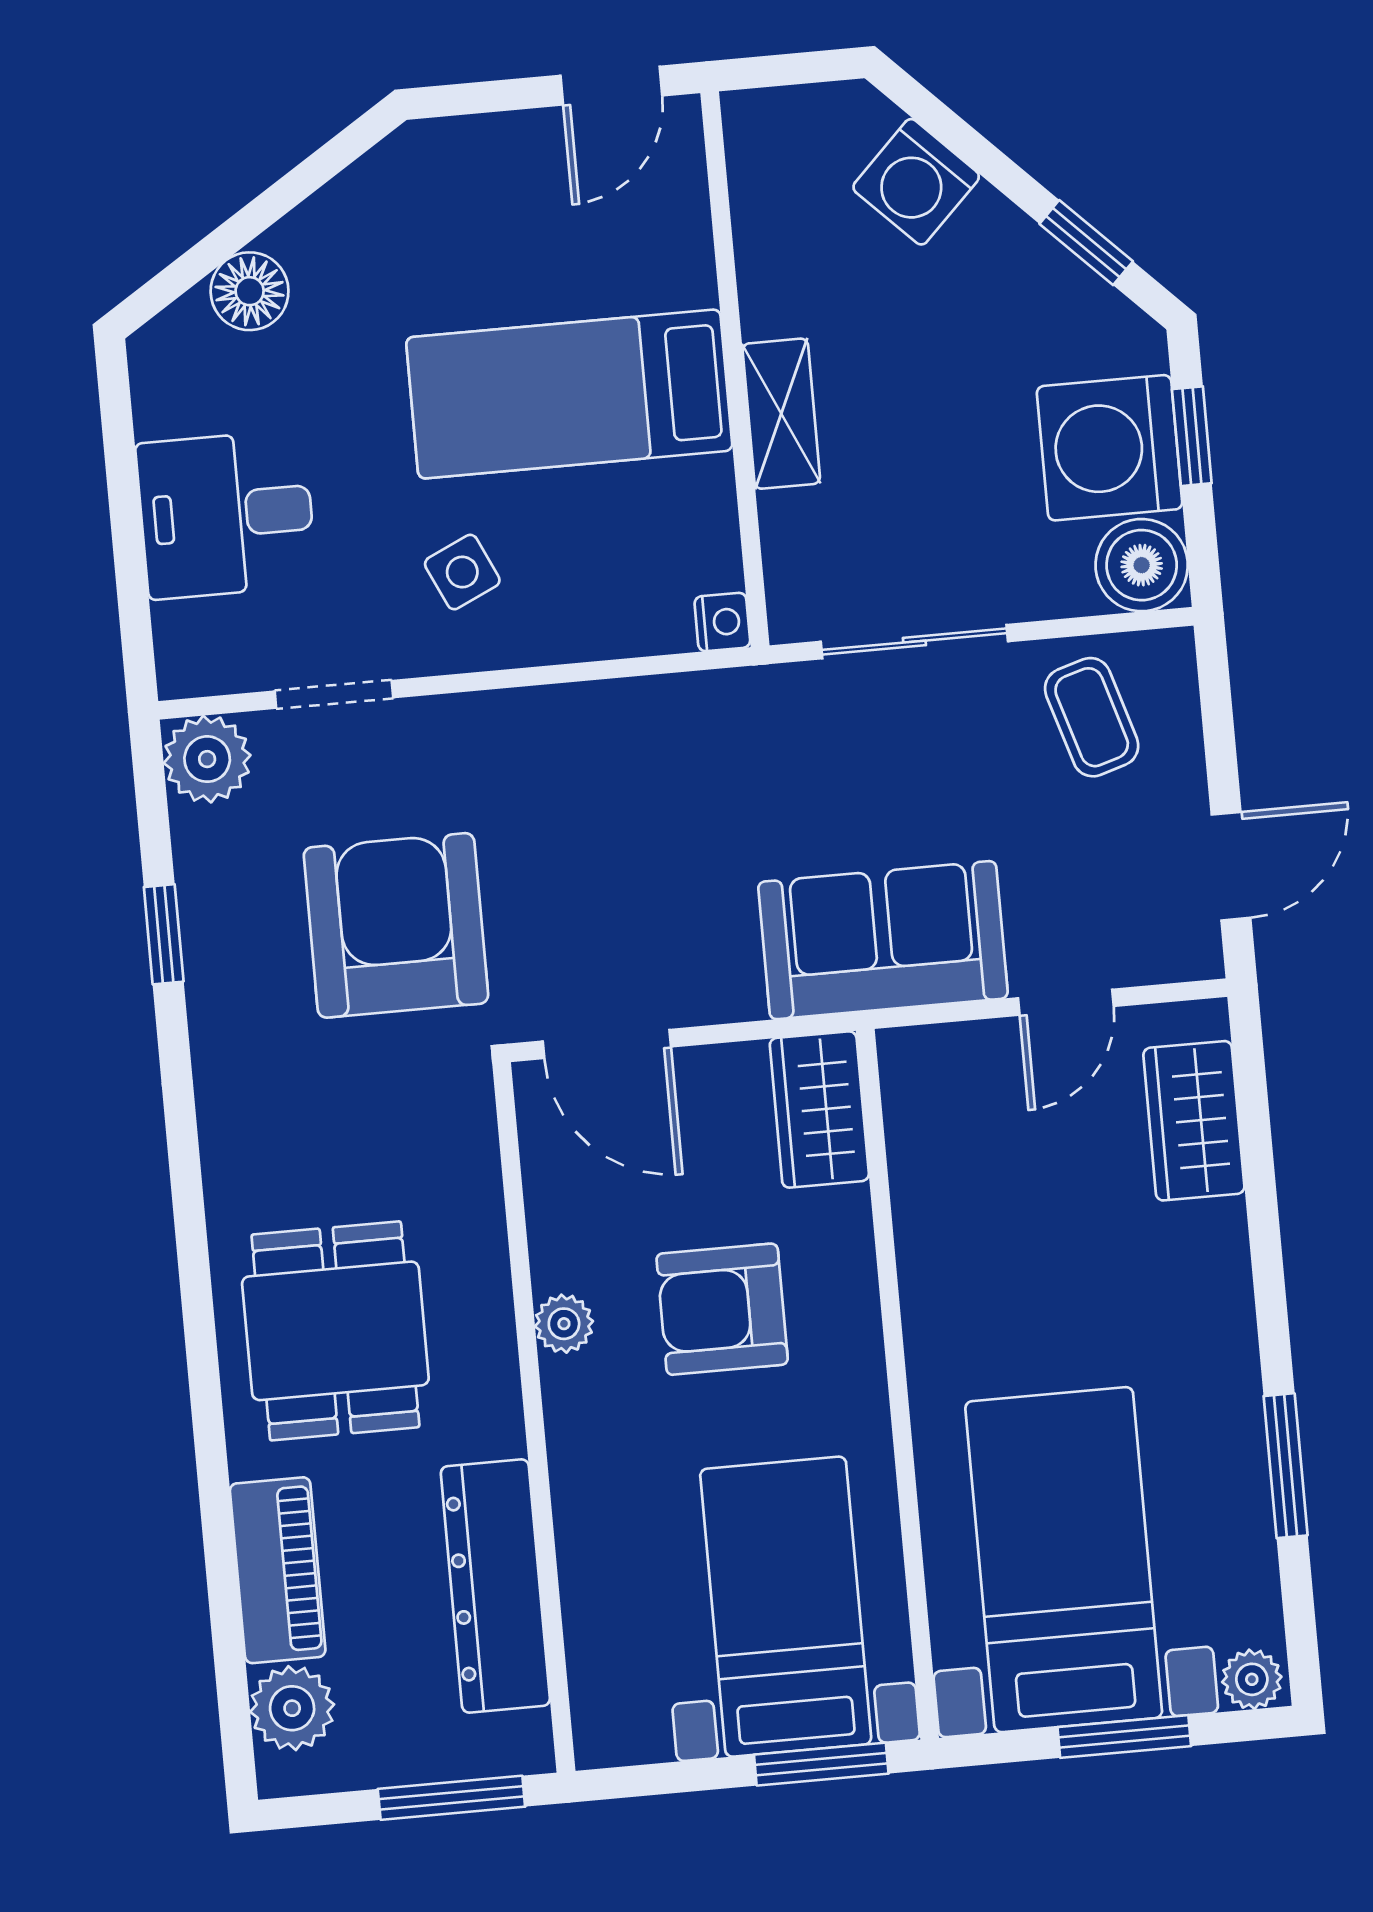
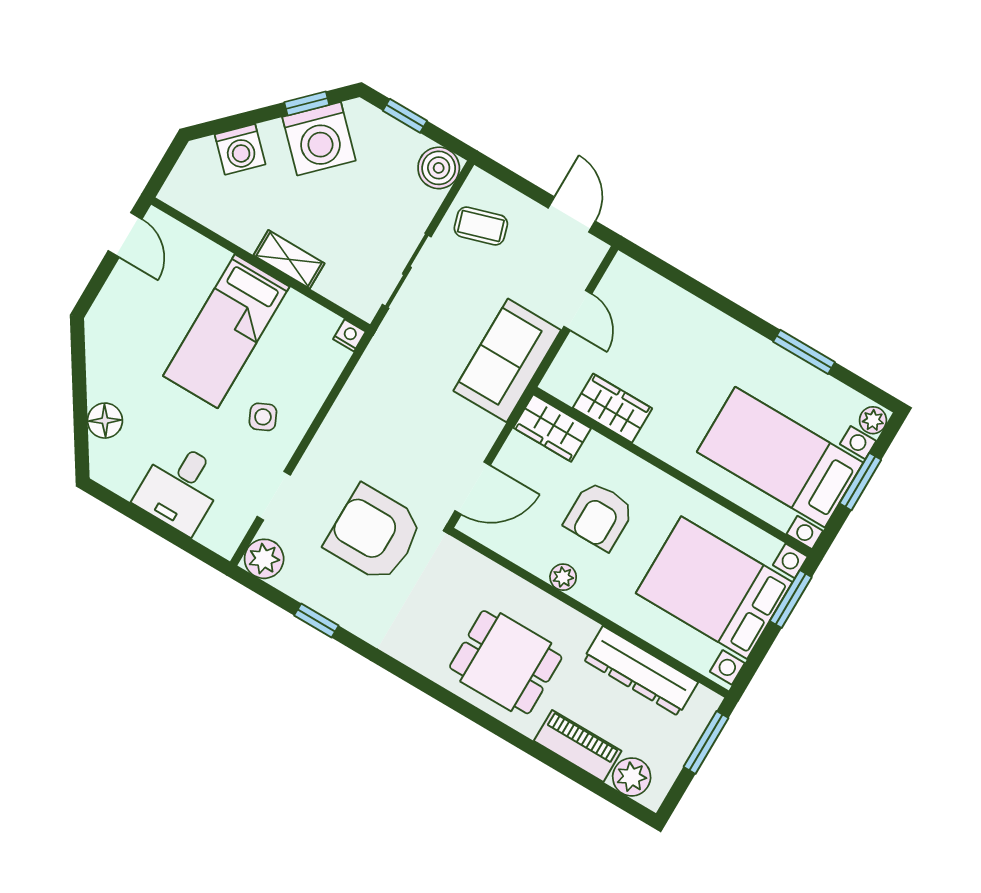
washing machine: (1110, 448) -> (319, 139), moved, turned -45
wardrobe: (1194, 1121) -> (612, 408), moved, turned 180
bed with nightstands: (786, 1607) -> (714, 588), width x1.36

